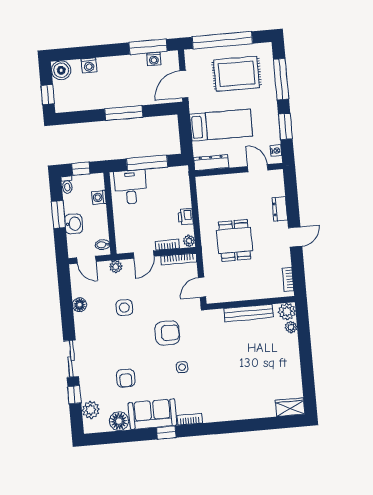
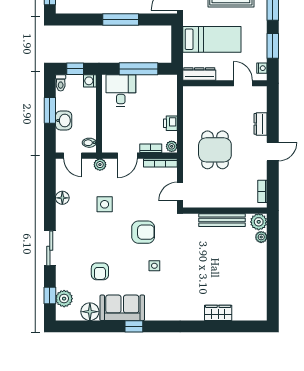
washing machine: (99, 197) -> (90, 81), moved
window: (74, 395) -> (50, 295), moved
wardrobe: (290, 407) -> (218, 313), moved
bookcase: (190, 419) -> (157, 316), removed

